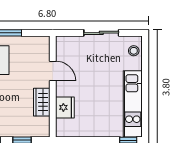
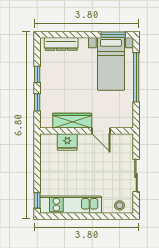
door: (53, 71) -> (101, 131), hinge flipped
wardrobe: (42, 102) -> (72, 121), width x1.50

